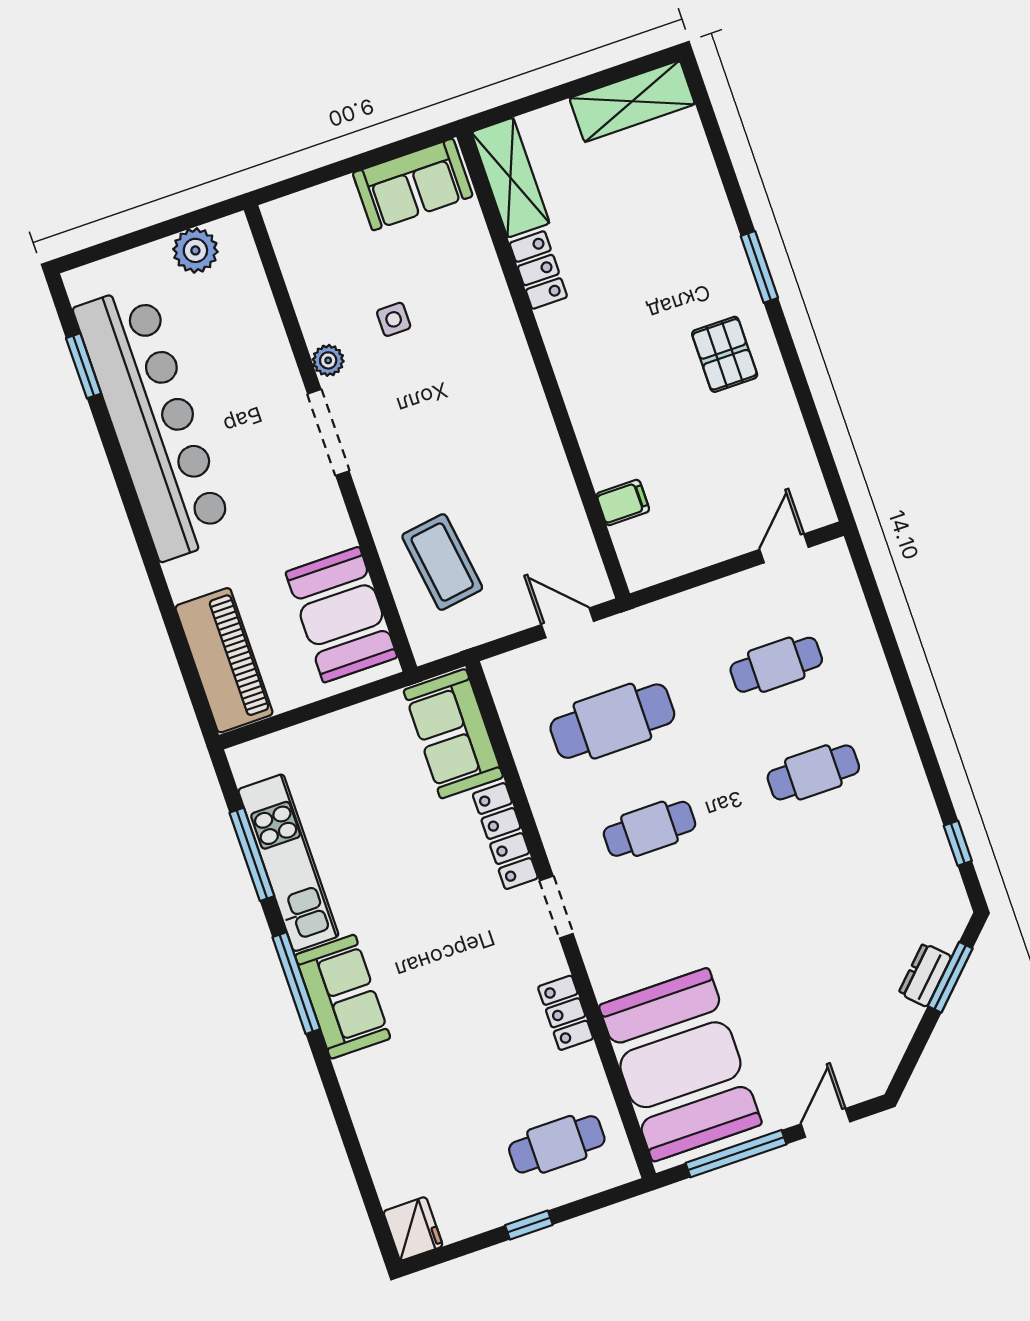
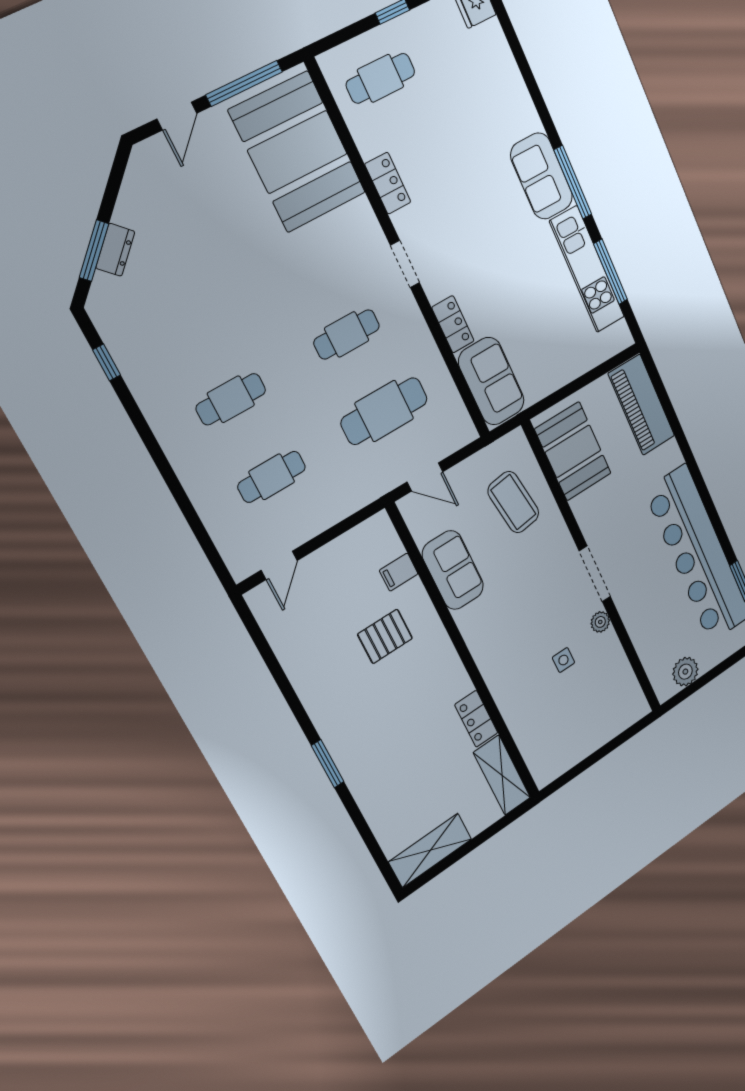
sofa: (413, 185) -> (453, 570), moved, turned 90
pallet: (725, 354) -> (385, 636), moved, turned 90
locker: (505, 836) -> (453, 324), width x0.66

